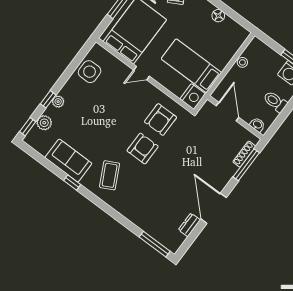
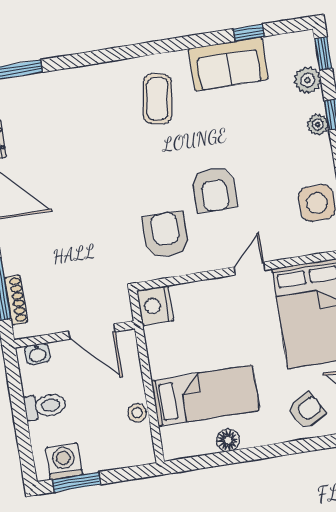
bed: (191, 66) -> (205, 396), moved
armchair: (143, 149) -> (214, 190), moved
coffee table: (110, 175) -> (157, 99), turned 36
window: (72, 182) -> (249, 33), moved

